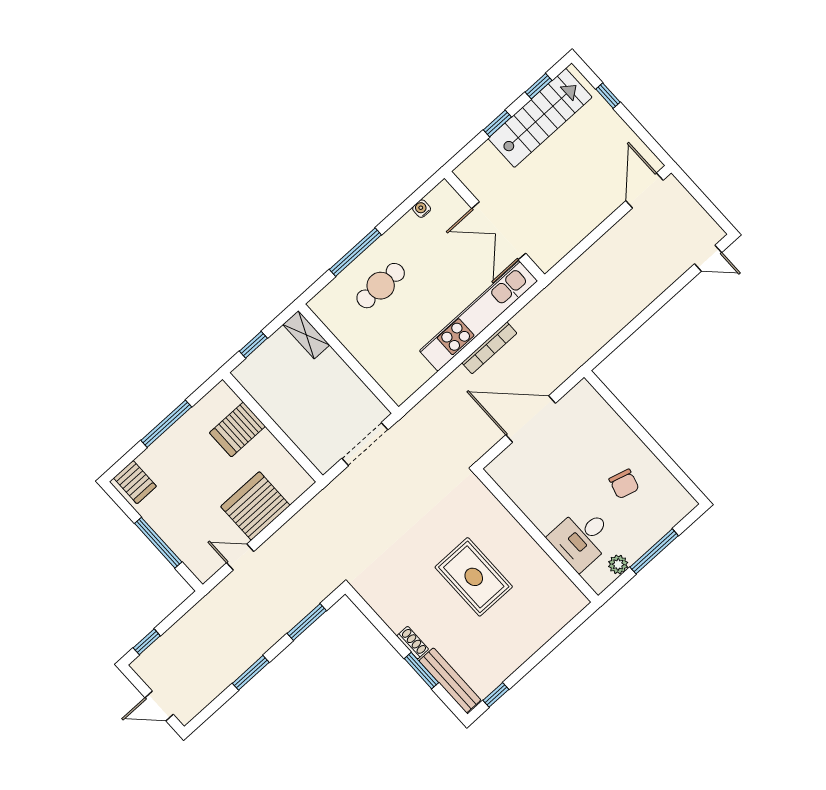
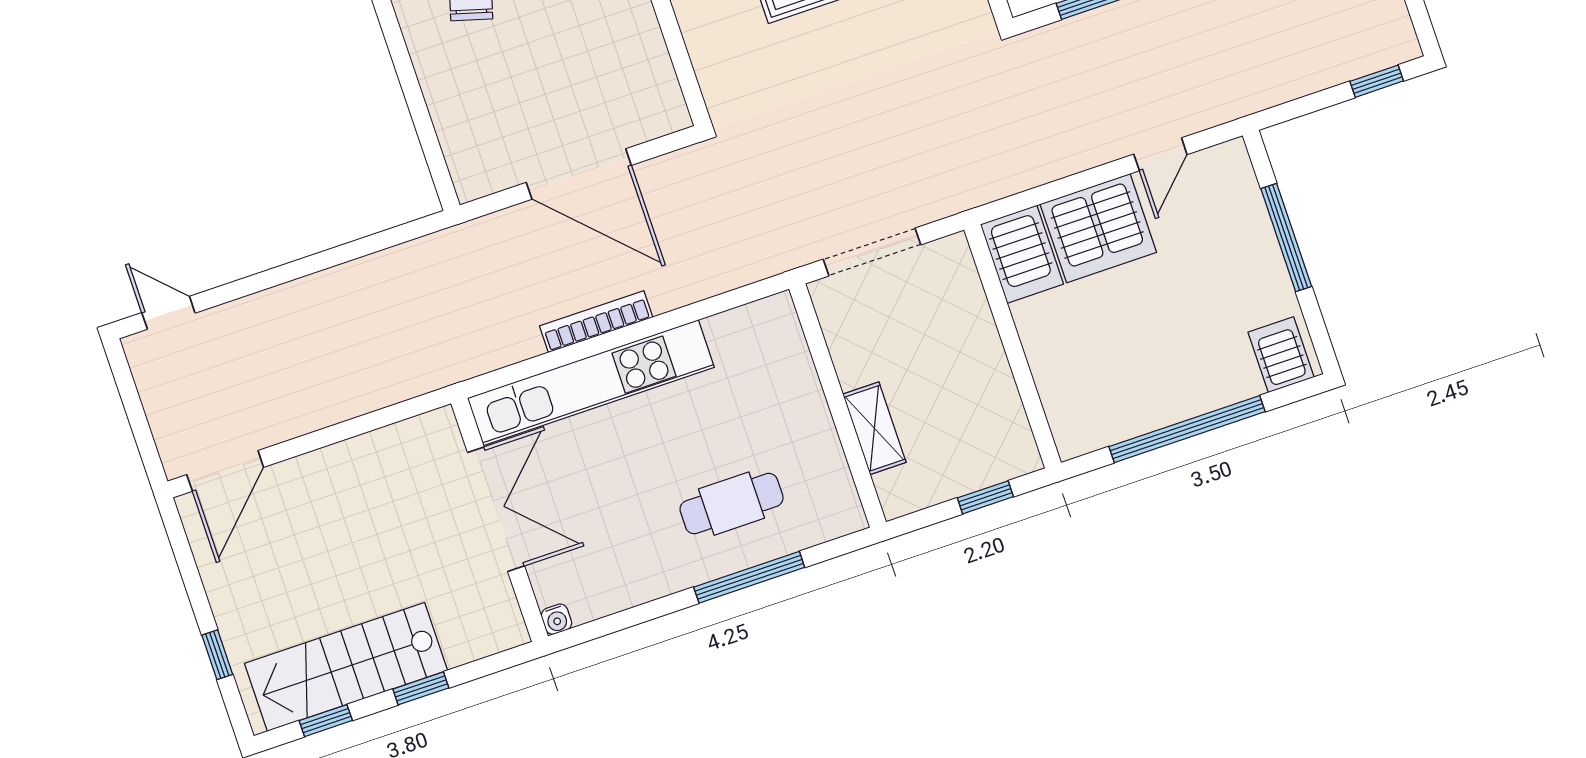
water cooler: (422, 209) -> (557, 619), moved
shelving: (306, 335) -> (874, 428), moved
window: (166, 424) -> (1187, 429), width x1.46
server rack: (237, 430) -> (1022, 254), moved, turned 90
door: (240, 557) -> (1160, 154), hinge flipped

